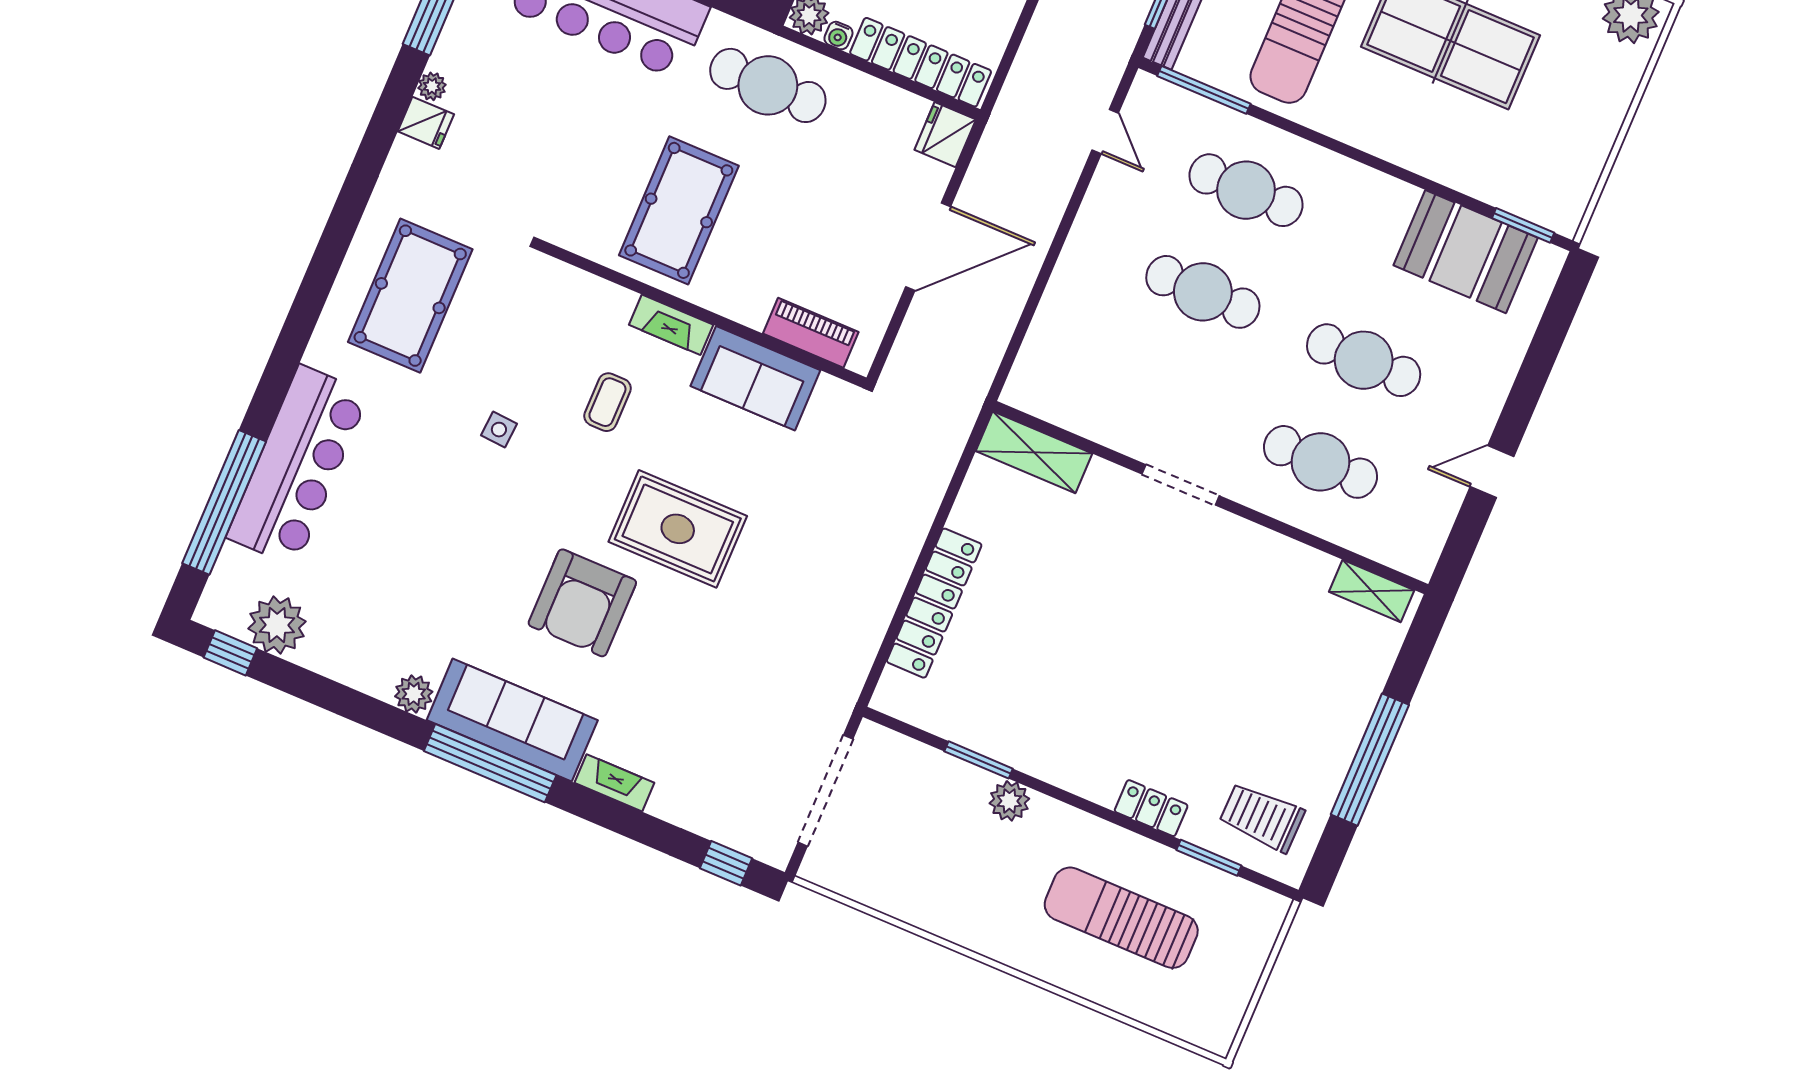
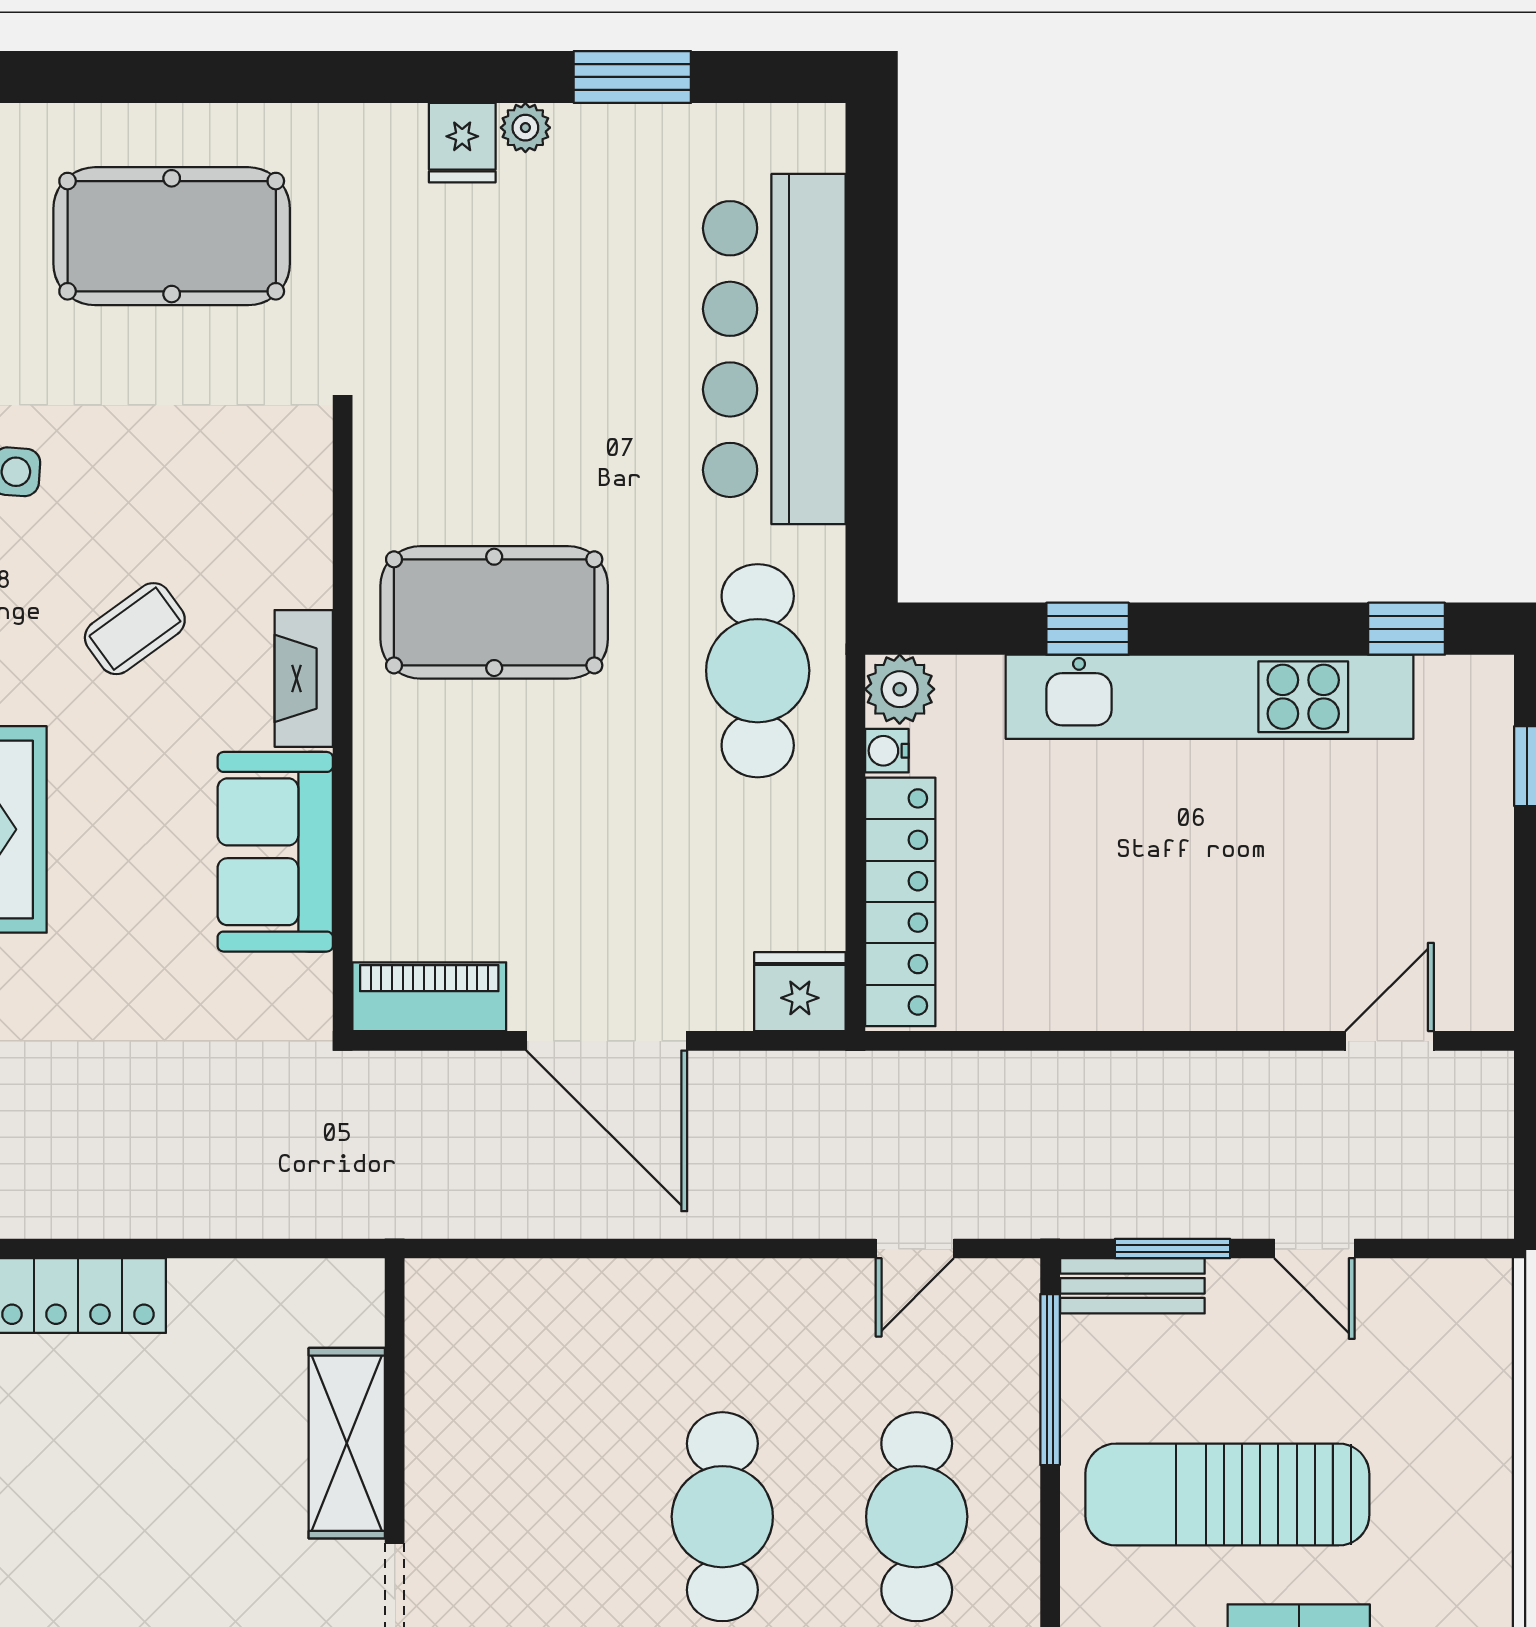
piano: (811, 333) -> (429, 997), moved, turned -90
coffee table: (607, 402) -> (135, 629), turned -36
shelving: (1034, 452) -> (347, 1443), moved

